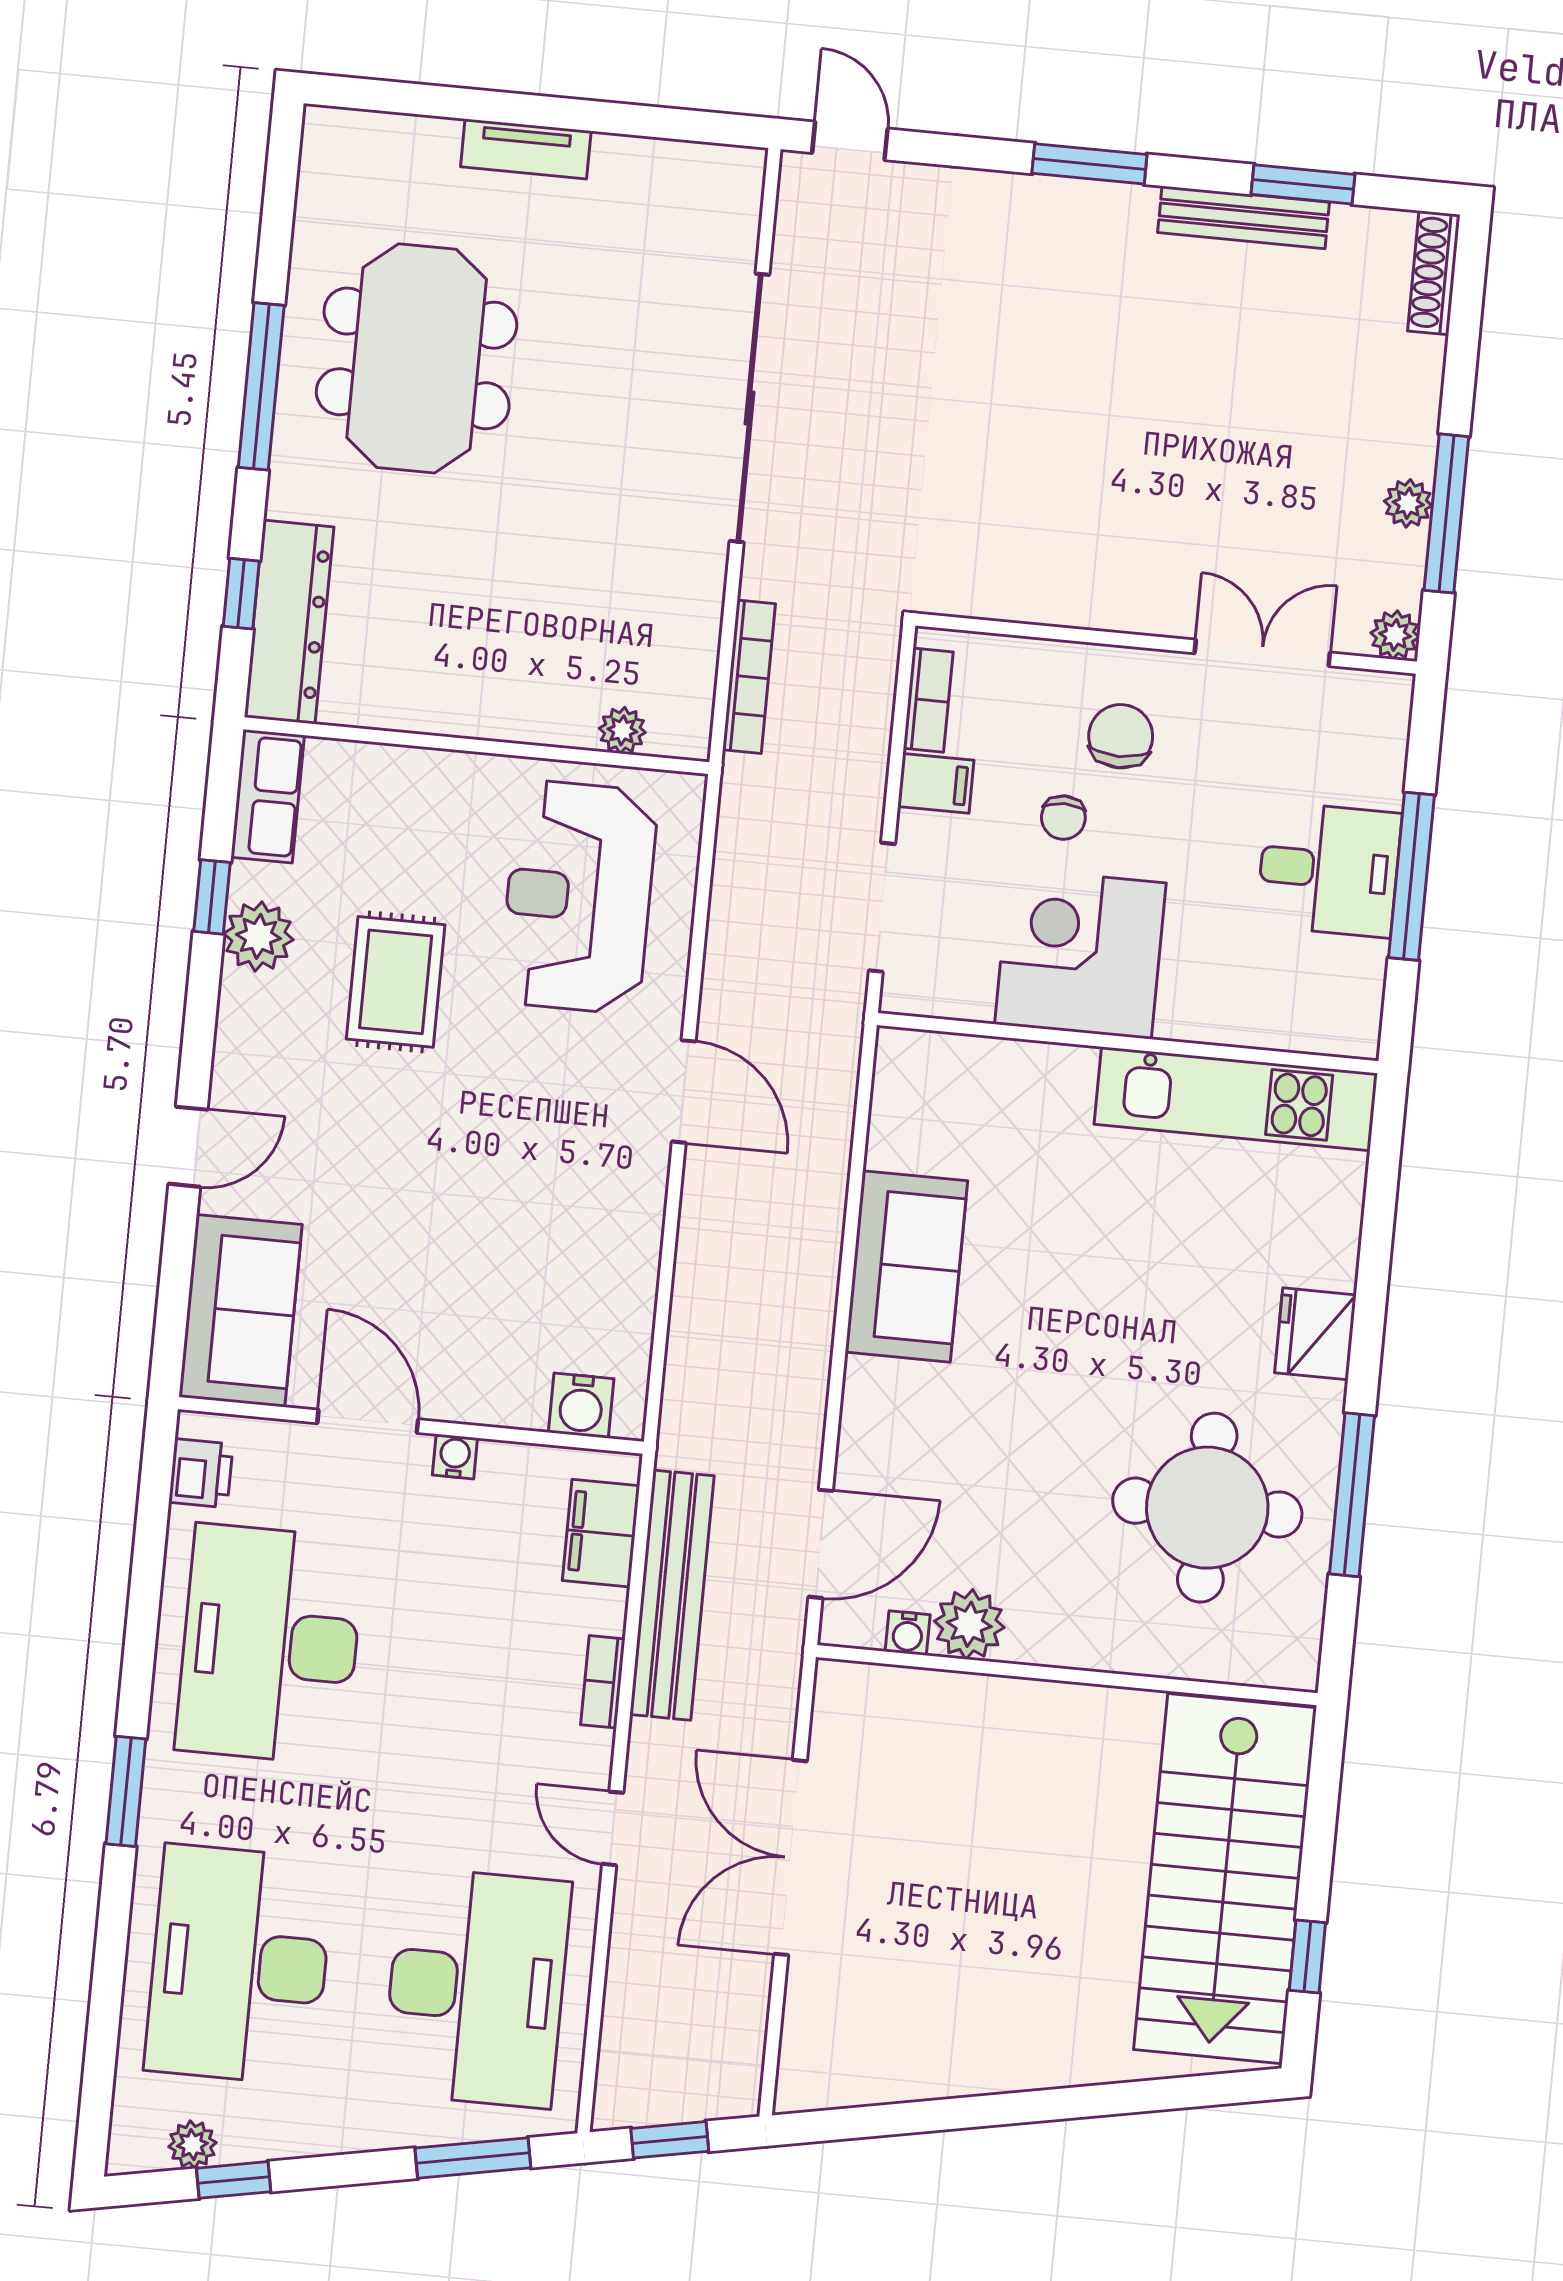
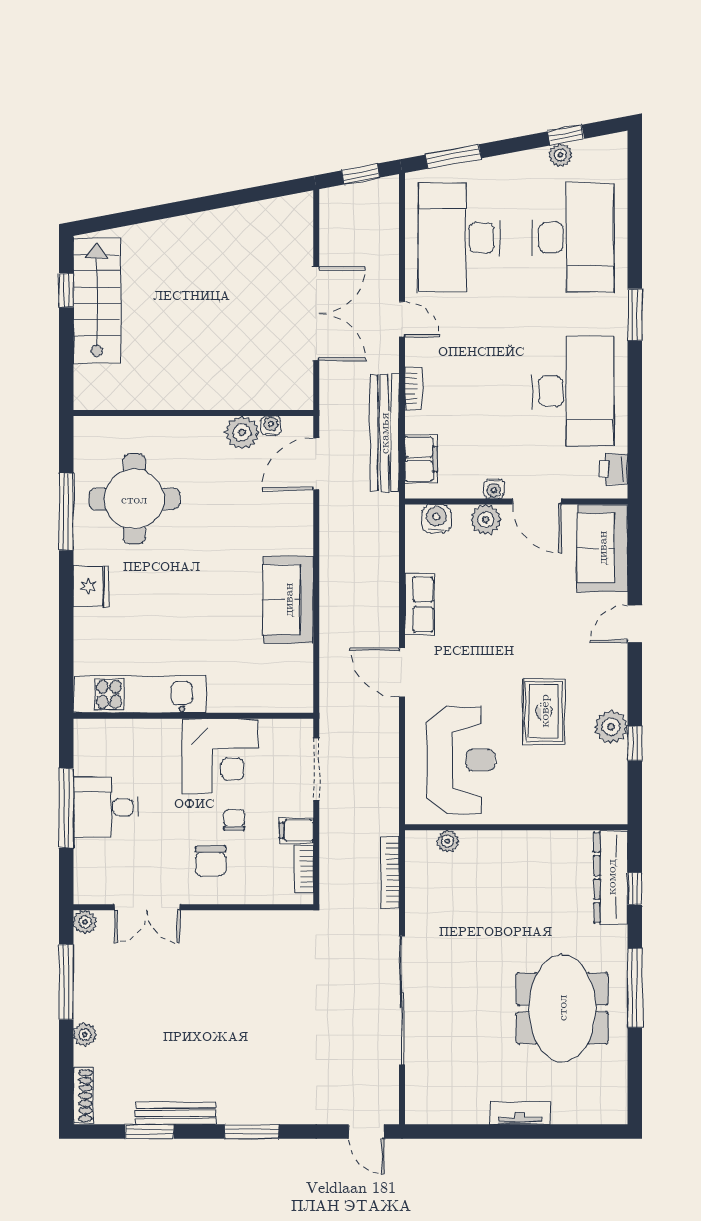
plant: (1408, 503) -> (85, 1035), moved
row of seats: (268, 796) -> (419, 604), moved, turned 180
plant: (478, 1394) -> (486, 519), added
stairs: (1225, 1879) -> (97, 301), width x0.73, depth x0.66
plant: (192, 2145) -> (560, 155), moved

